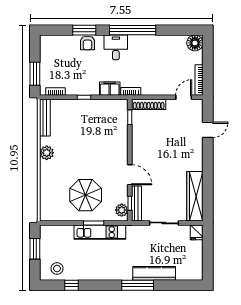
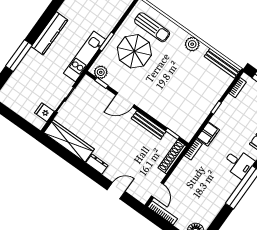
door: (208, 130) -> (116, 191), swing flipped
dresser: (197, 161) -> (97, 164), added
sun lounger: (56, 195) -> (152, 27), added
bench: (137, 204) -> (149, 125), moved
kitchen unit: (100, 232) -> (85, 56), moved
fridge: (197, 232) -> (44, 112), moved
kitchen counter: (154, 273) -> (50, 33), moved
window: (138, 285) -> (19, 56), moved

